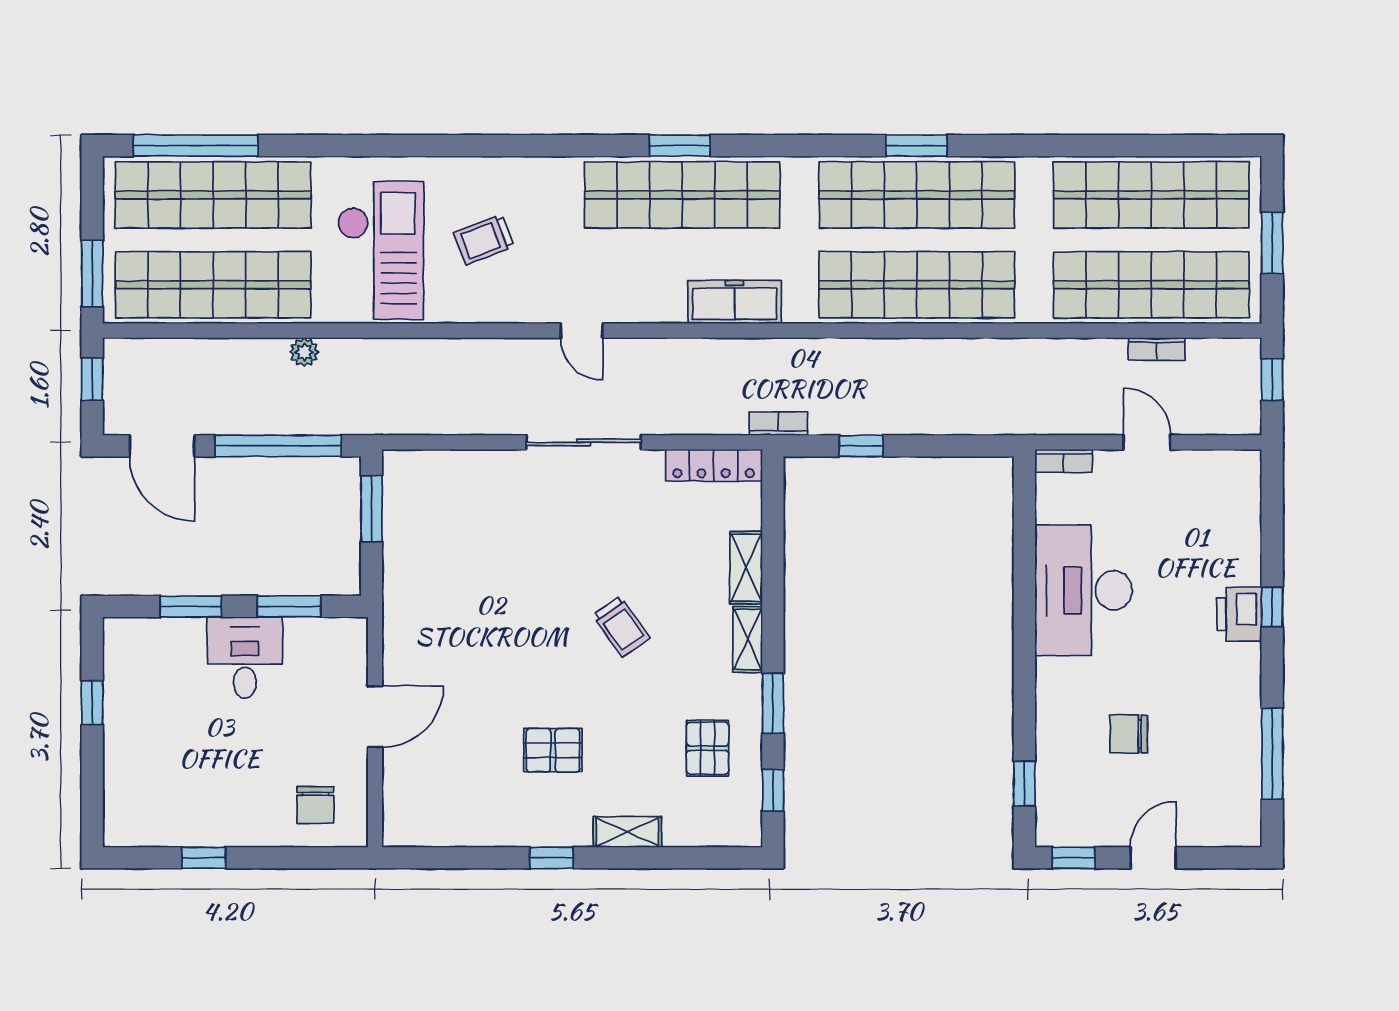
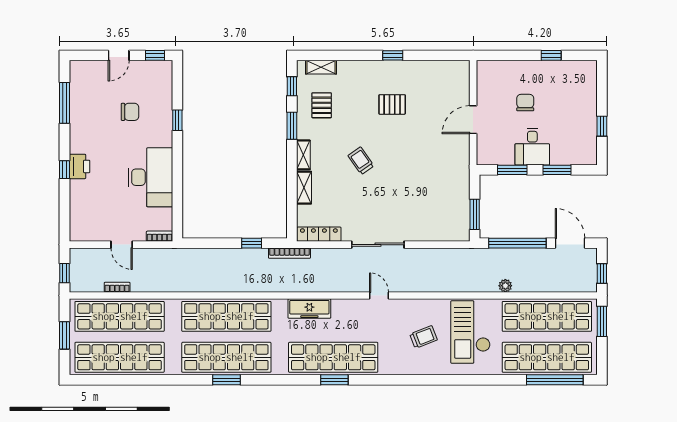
bookcase: (778, 424) -> (289, 253), width x1.56
window: (1024, 784) -> (177, 120), moved
chair: (315, 805) -> (525, 103), moved
shelving: (627, 832) -> (321, 67), moved

